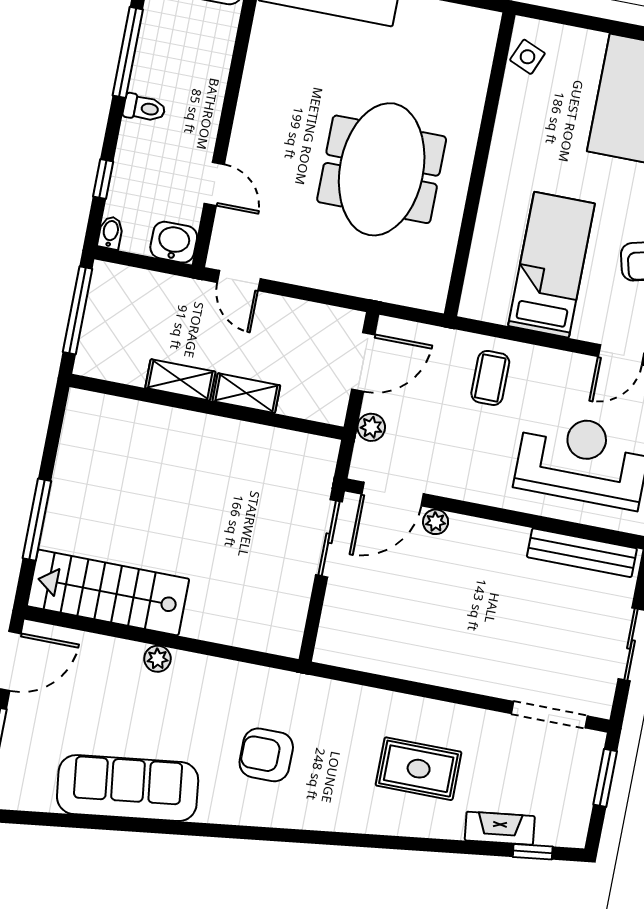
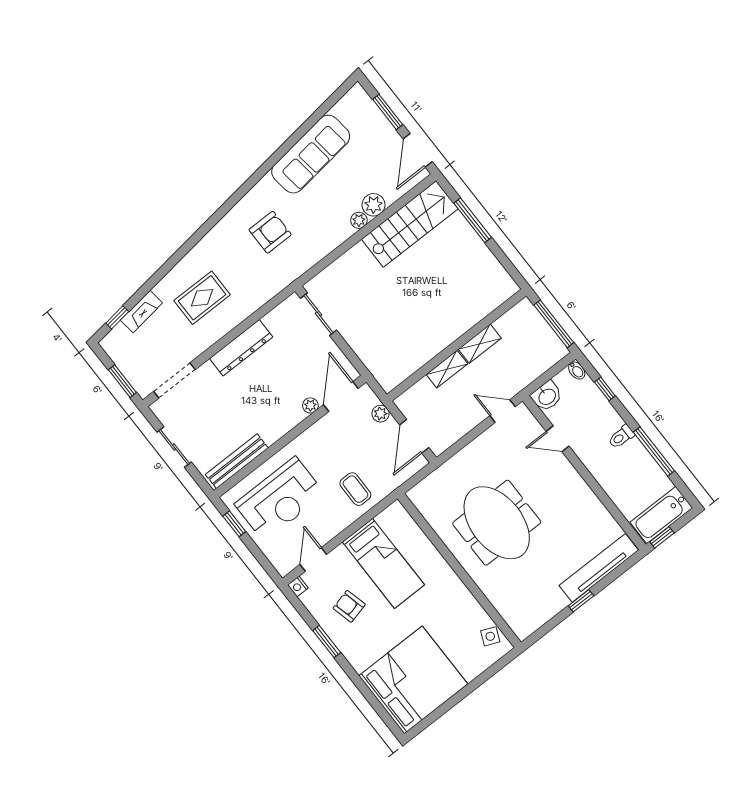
sliding door: (329, 538) -> (319, 314), moved
plant: (123, 657) -> (374, 205), added
dresser: (438, 668) -> (241, 348), added

